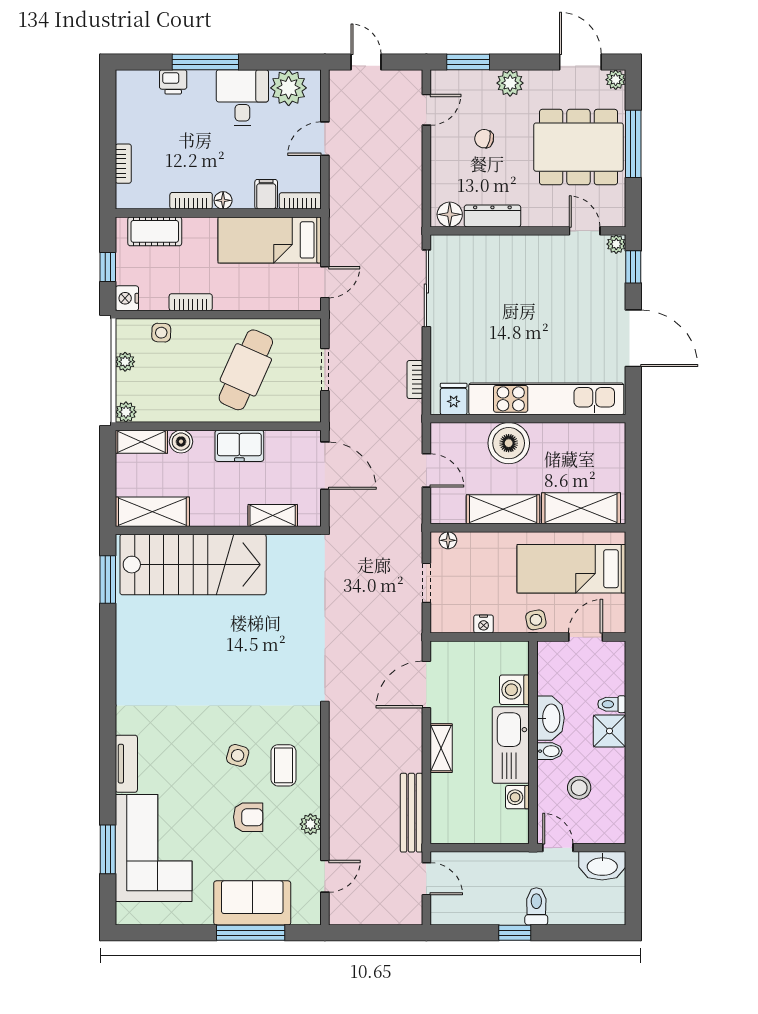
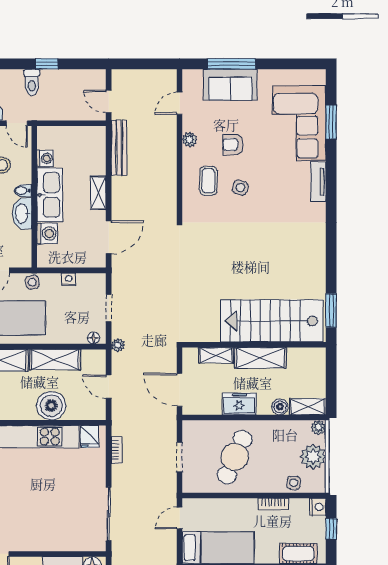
plant: (125, 362) -> (313, 457), width x1.88, depth x1.88
shelving: (152, 512) -> (260, 358), moved
plant: (413, 530) -> (118, 345), added

